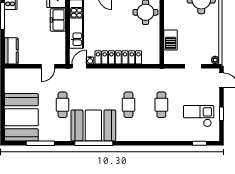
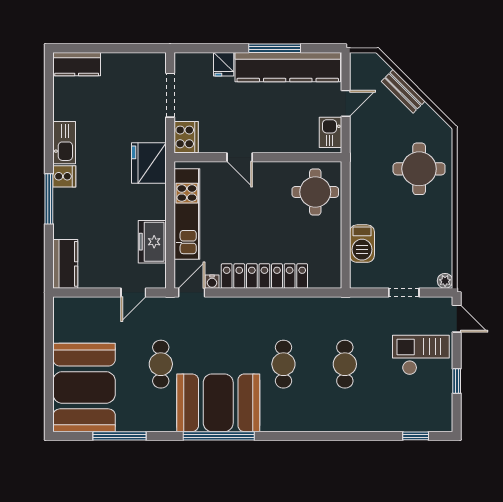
freezer: (58, 20) -> (152, 242), moved
checkout: (199, 116) -> (421, 355), moved

